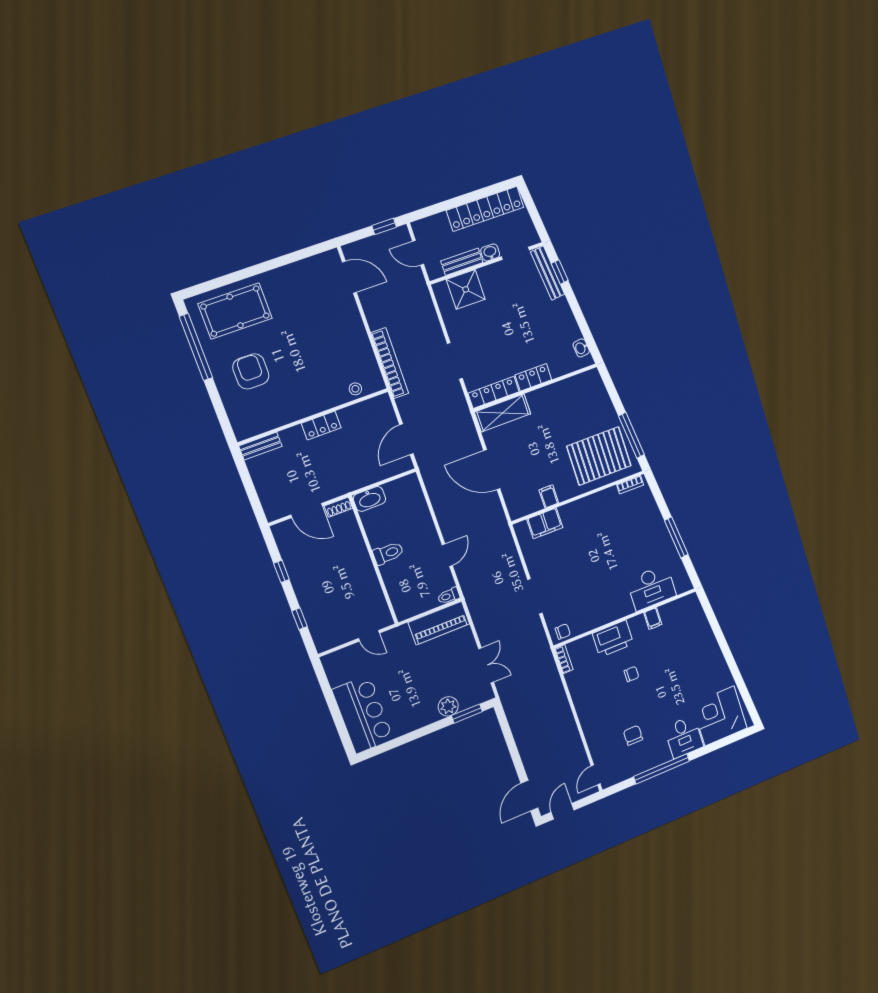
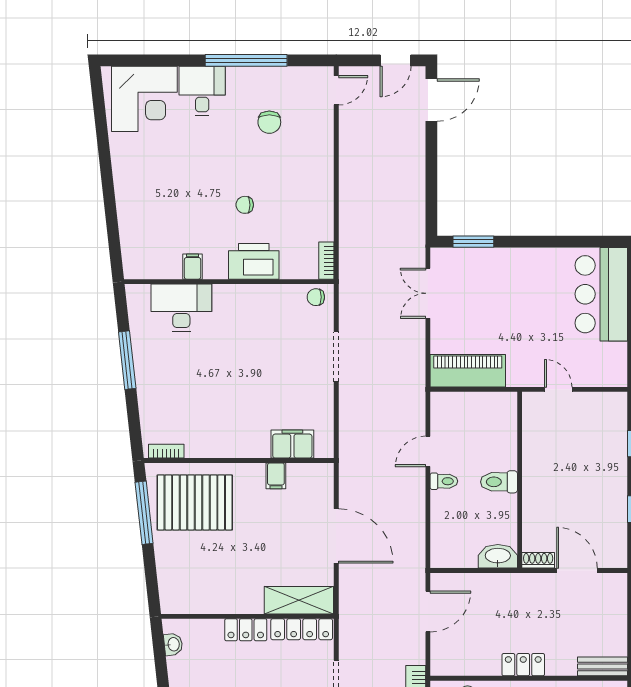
toilet: (449, 596) -> (444, 481), moved
plant: (448, 706) -> (493, 261), removed

